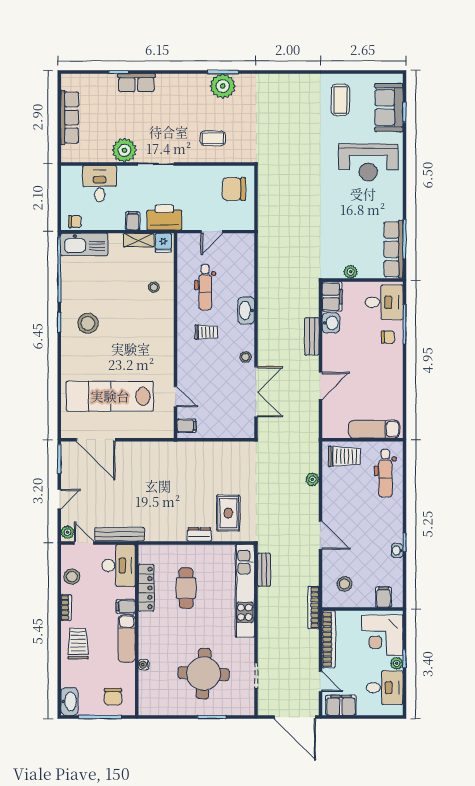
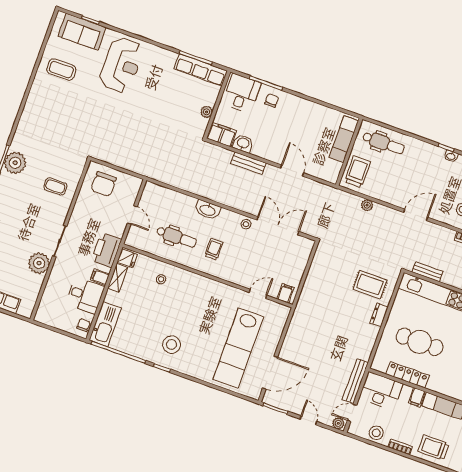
coffee table: (213, 138) -> (55, 186), turned 90
desk: (100, 184) -> (85, 295), moved, turned 180
cafe table: (186, 588) -> (420, 342), width x1.37, depth x1.35

